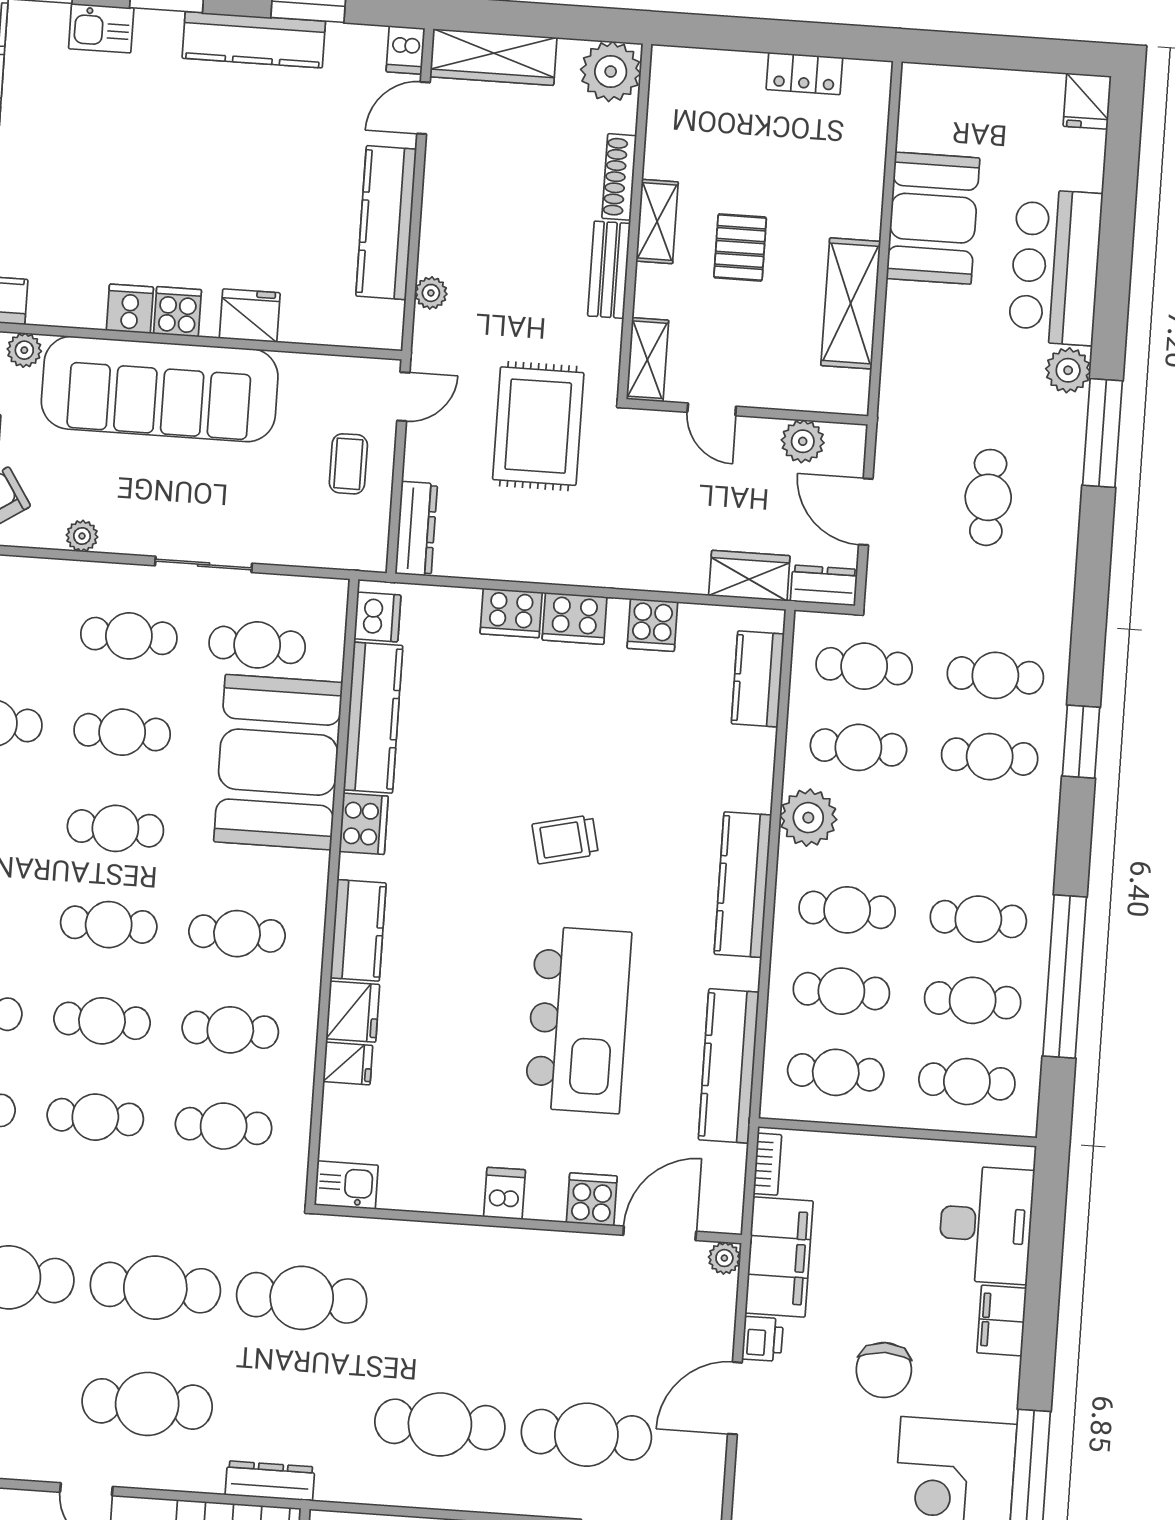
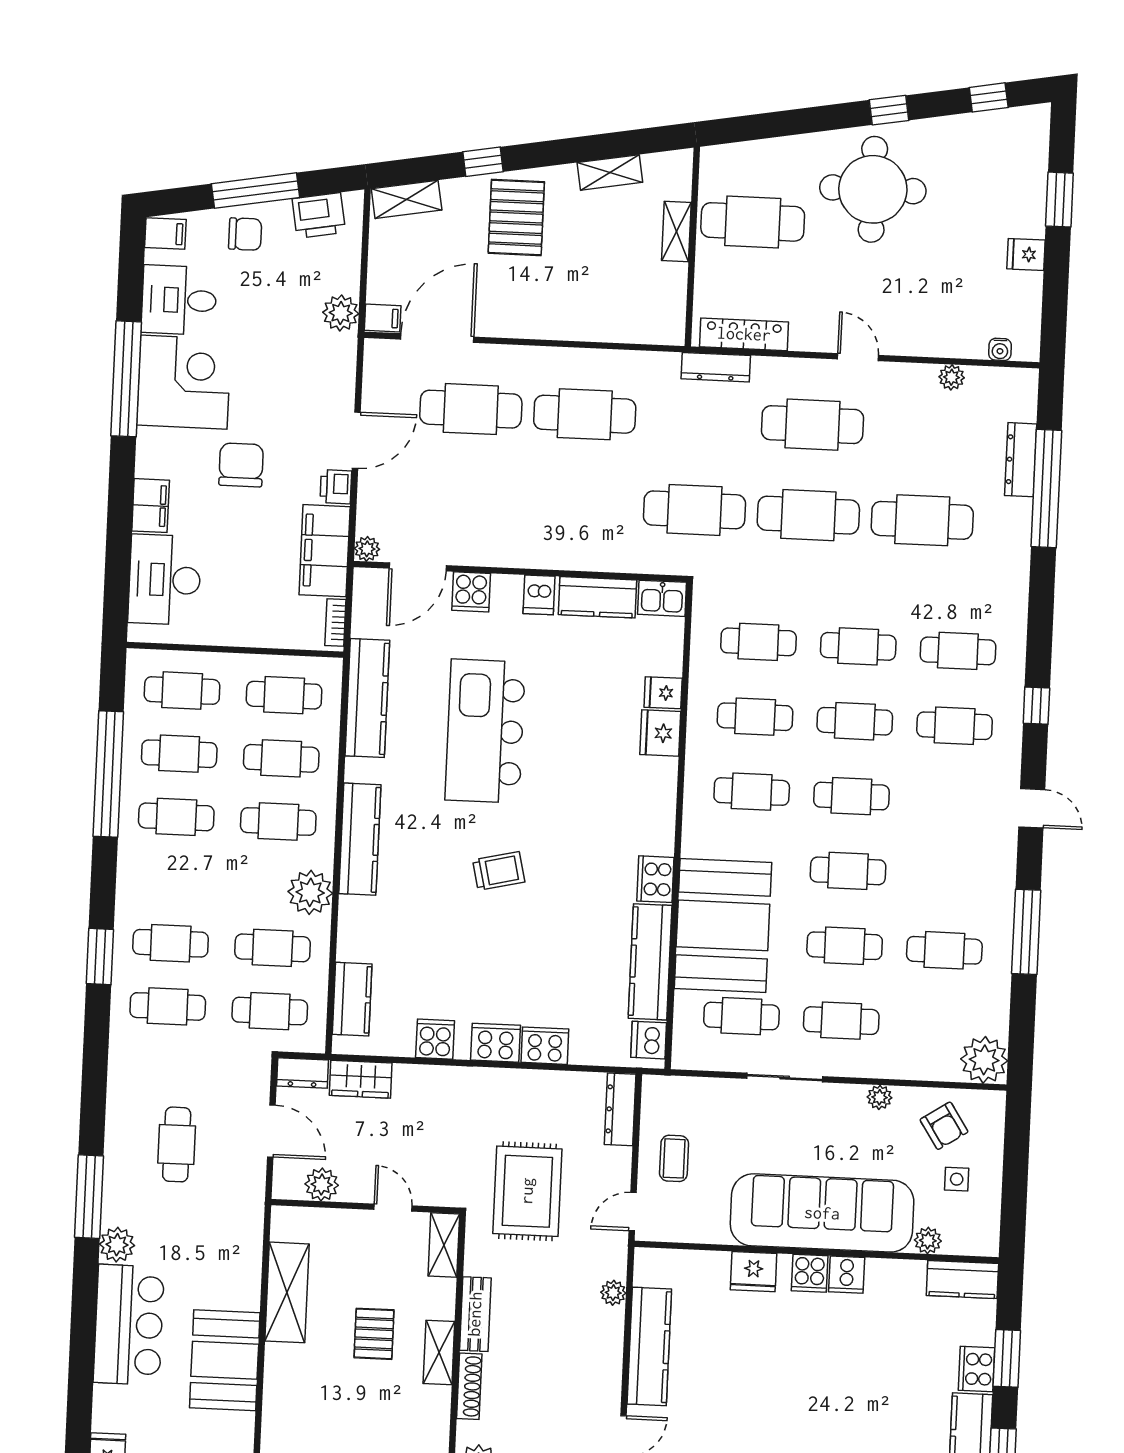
kitchen counter: (358, 930) -> (597, 597), moved, turned -90

